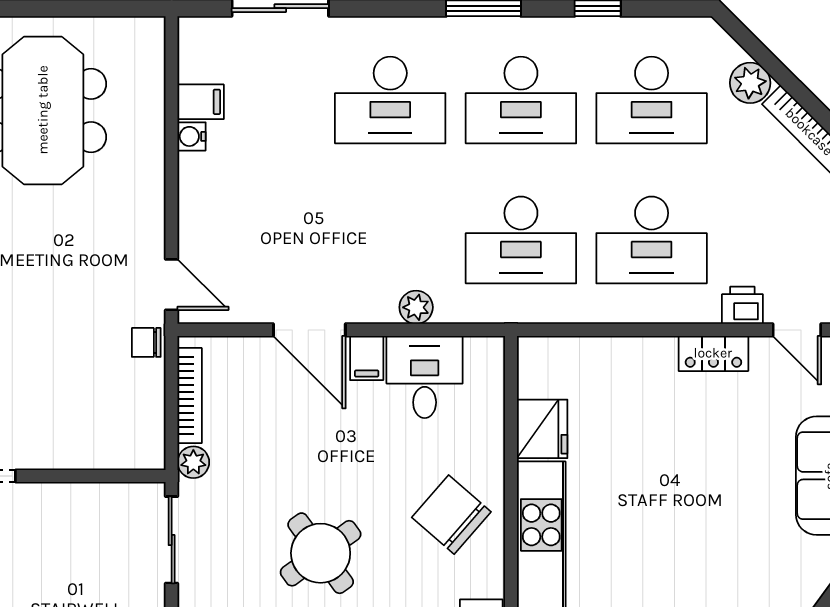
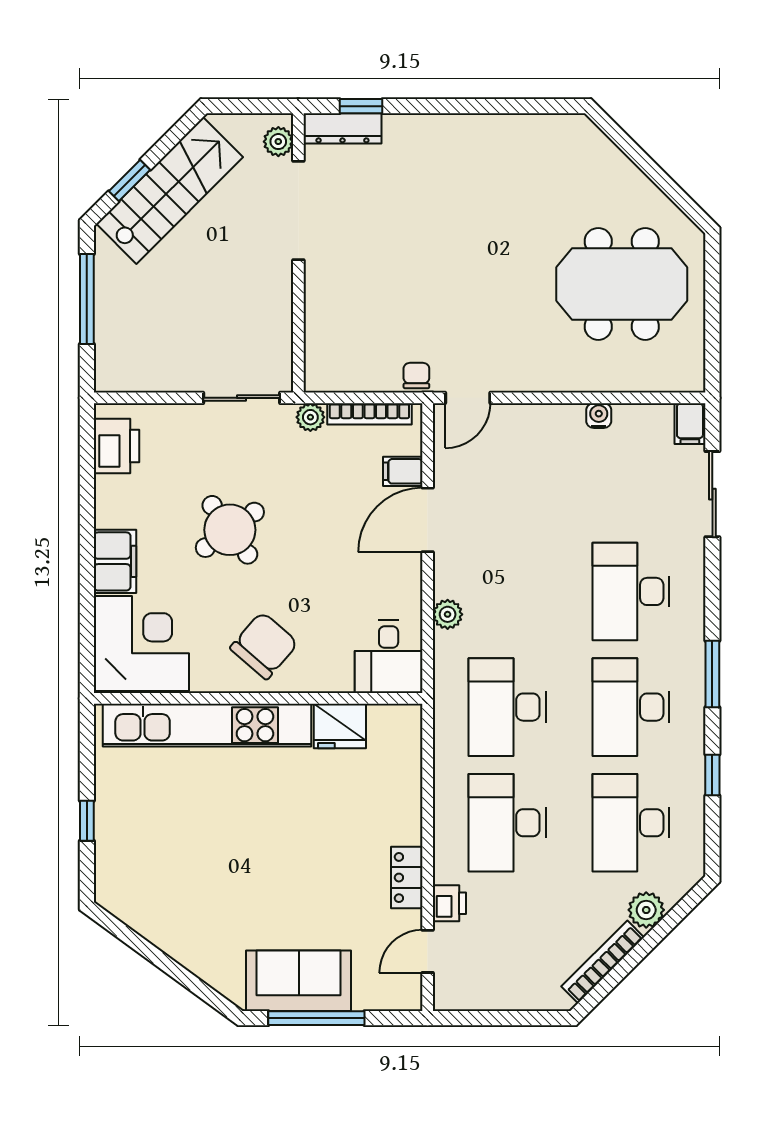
filing cabinet: (201, 102) -> (690, 424), moved
filing cabinet: (367, 358) -> (403, 471), moved
desk: (425, 377) -> (389, 657), moved, turned 90

